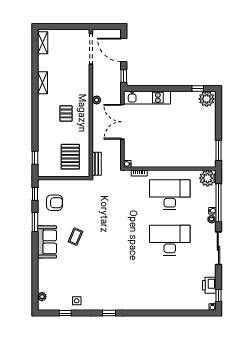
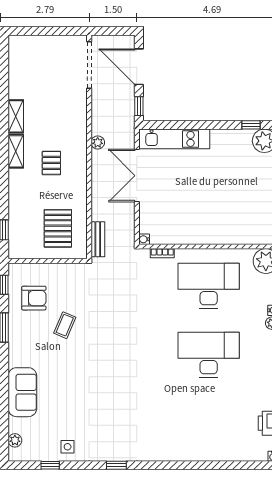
shelving: (43, 43) -> (16, 151), moved
coffee table: (75, 237) -> (65, 325), moved
sofa: (47, 242) -> (22, 392), moved

